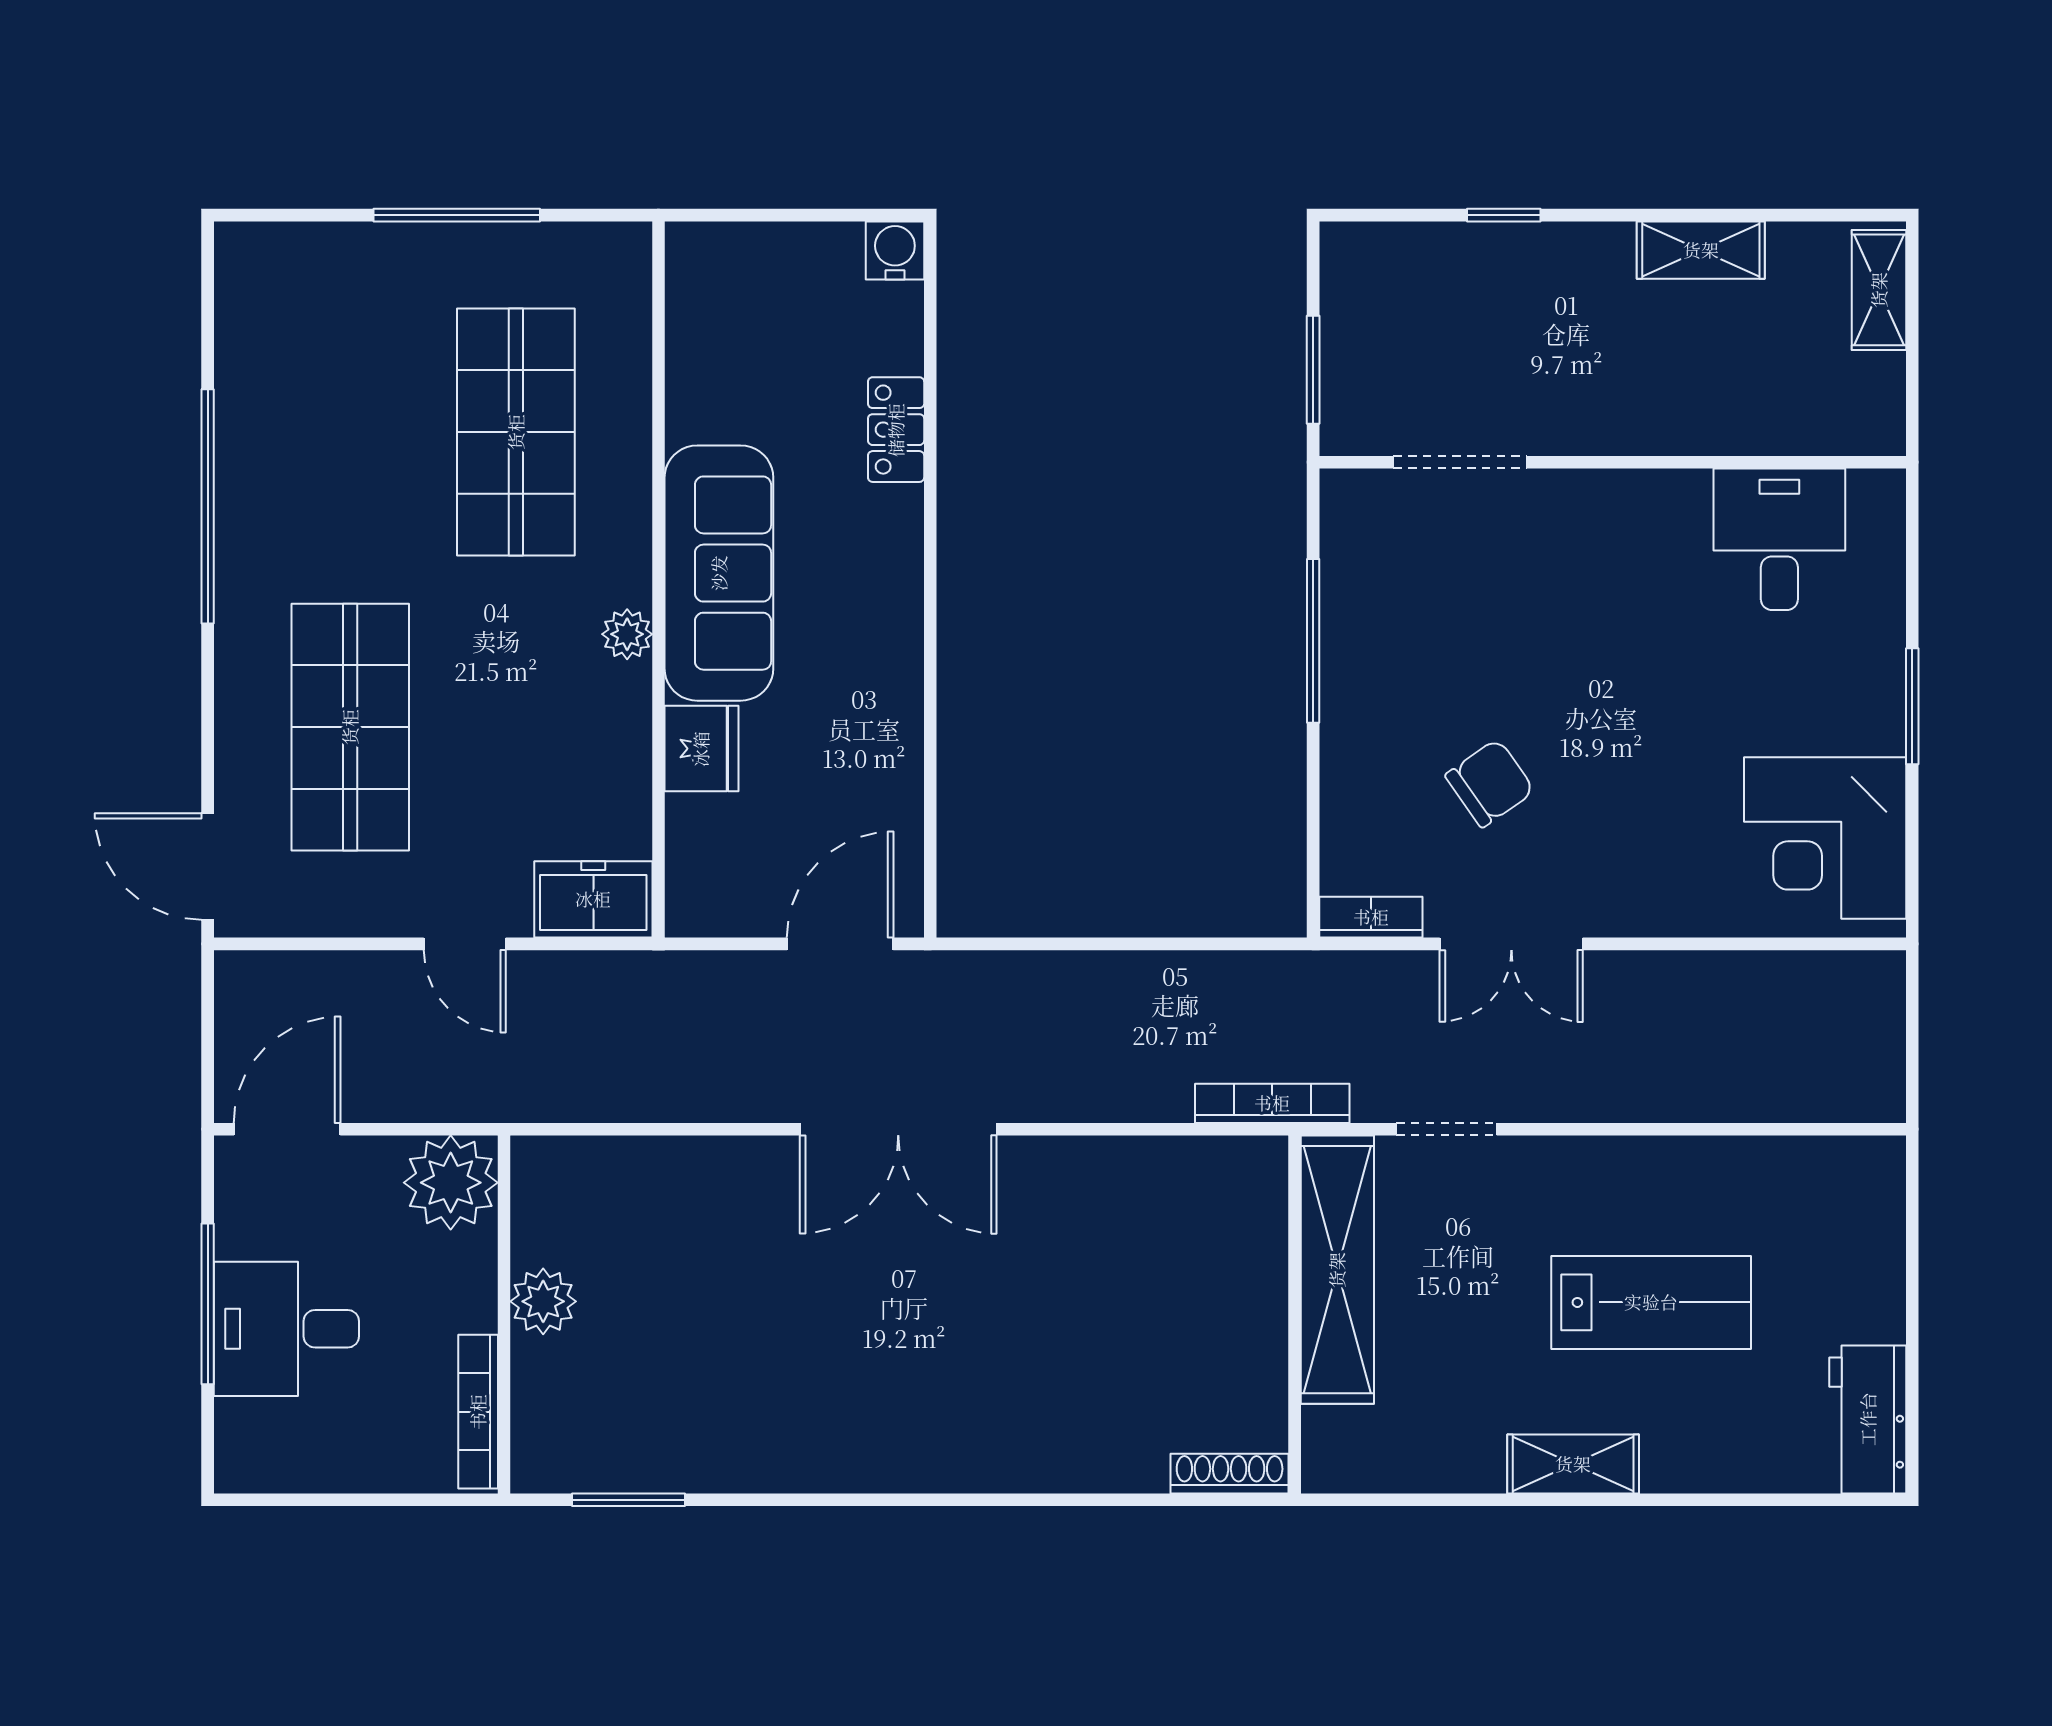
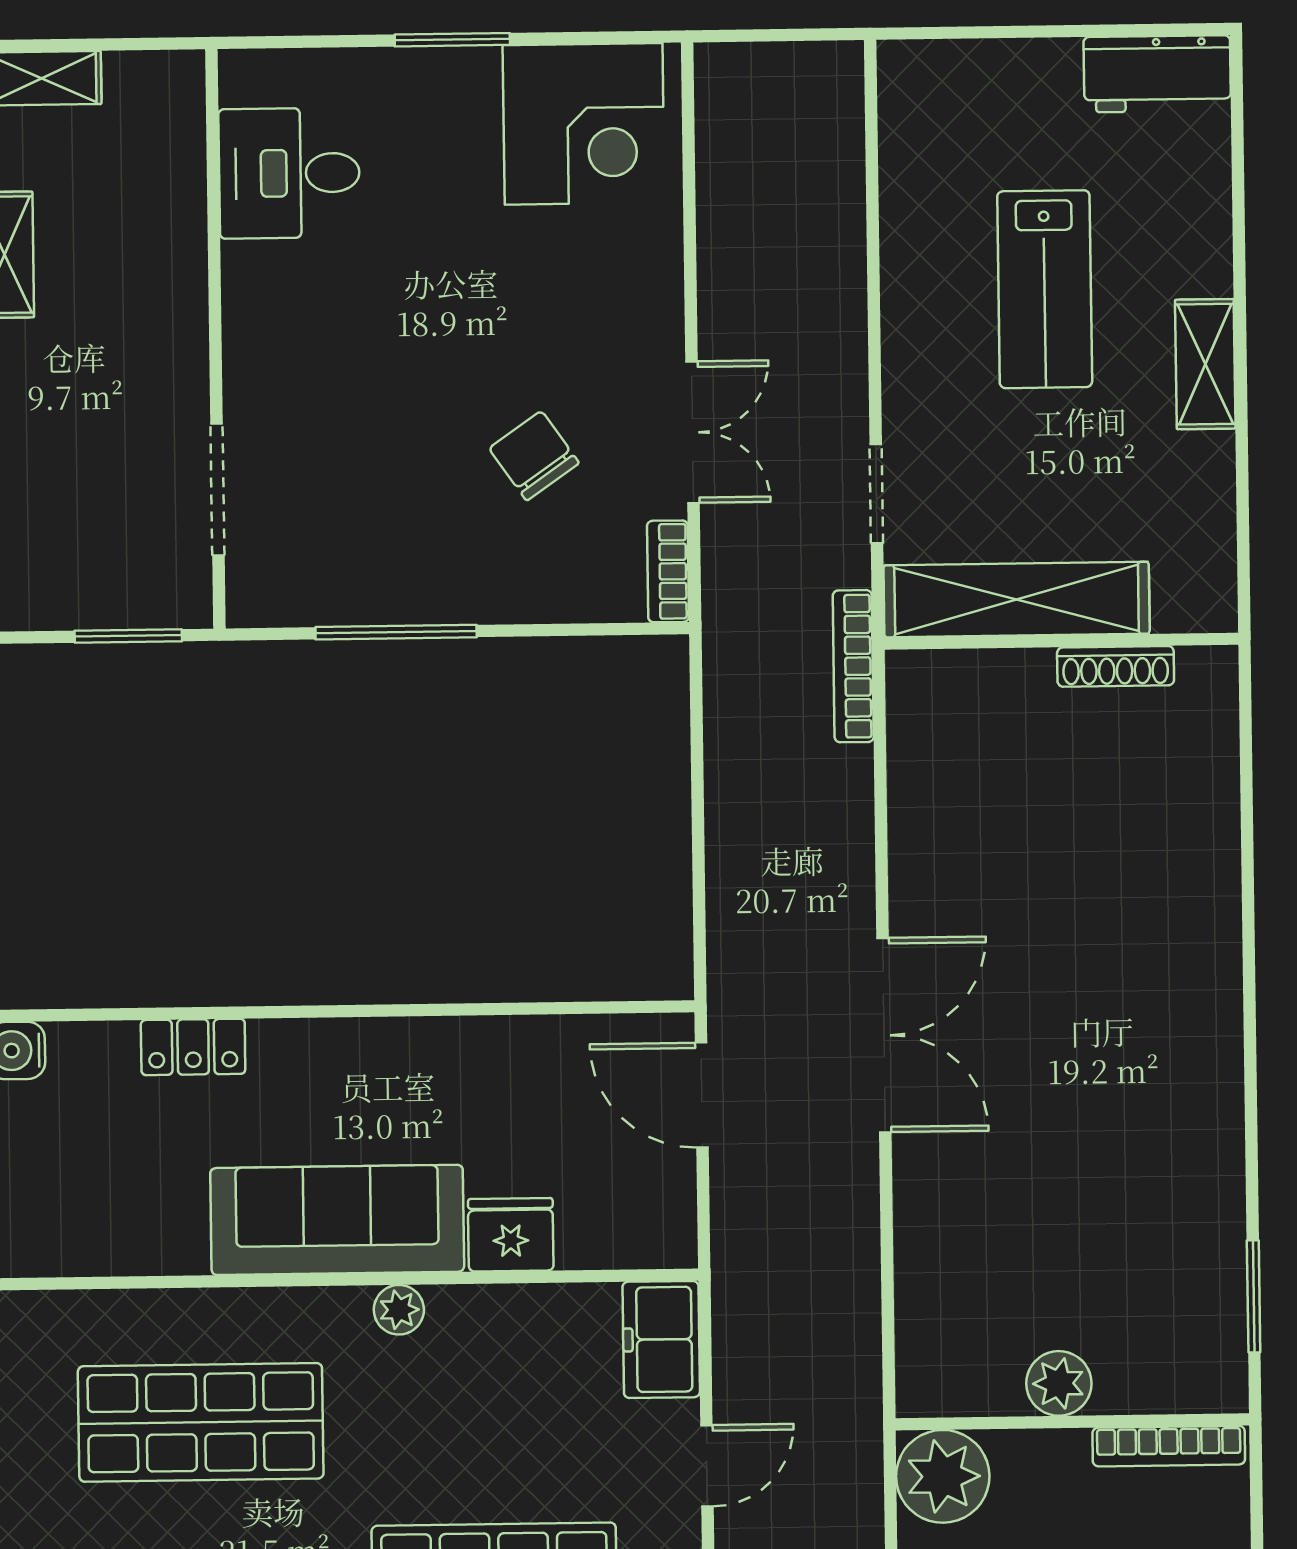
lab bench: (1651, 1302) -> (1045, 289), turned 180
shoe rack: (1230, 1474) -> (1116, 666), moved, turned -90

